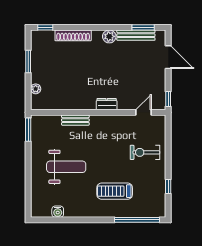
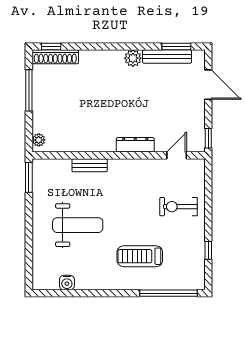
shoe rack: (73, 35) -> (55, 57), moved
window: (28, 62) -> (29, 90), width x1.44
plant: (36, 89) -> (39, 140), moved
dresser: (107, 104) -> (135, 145), width x1.44

